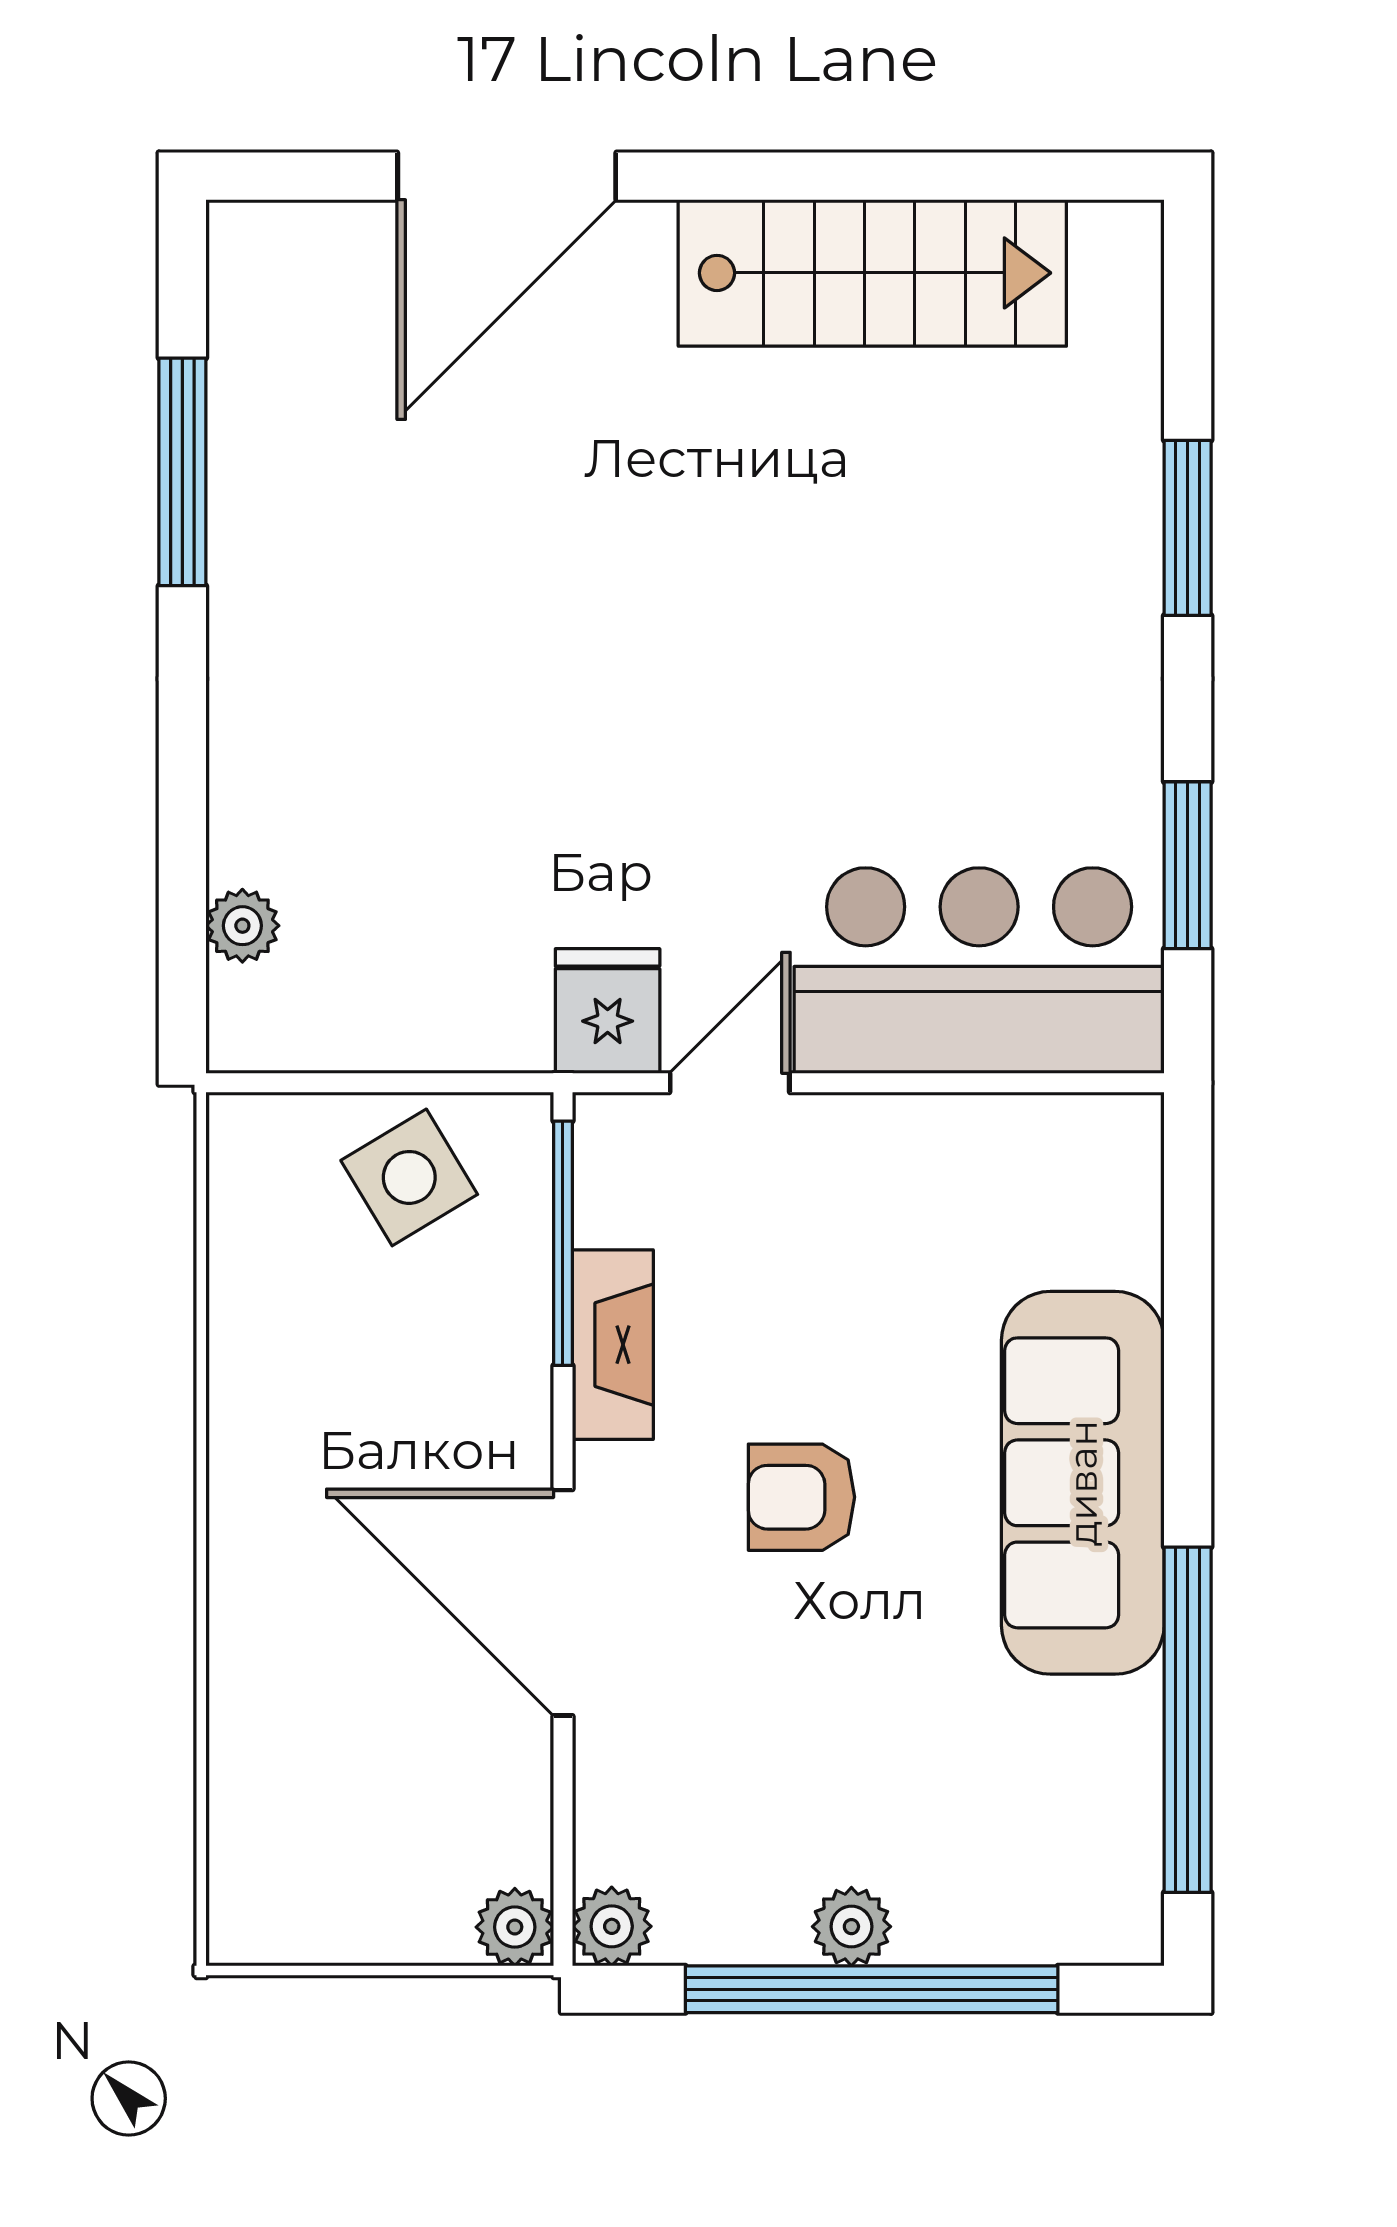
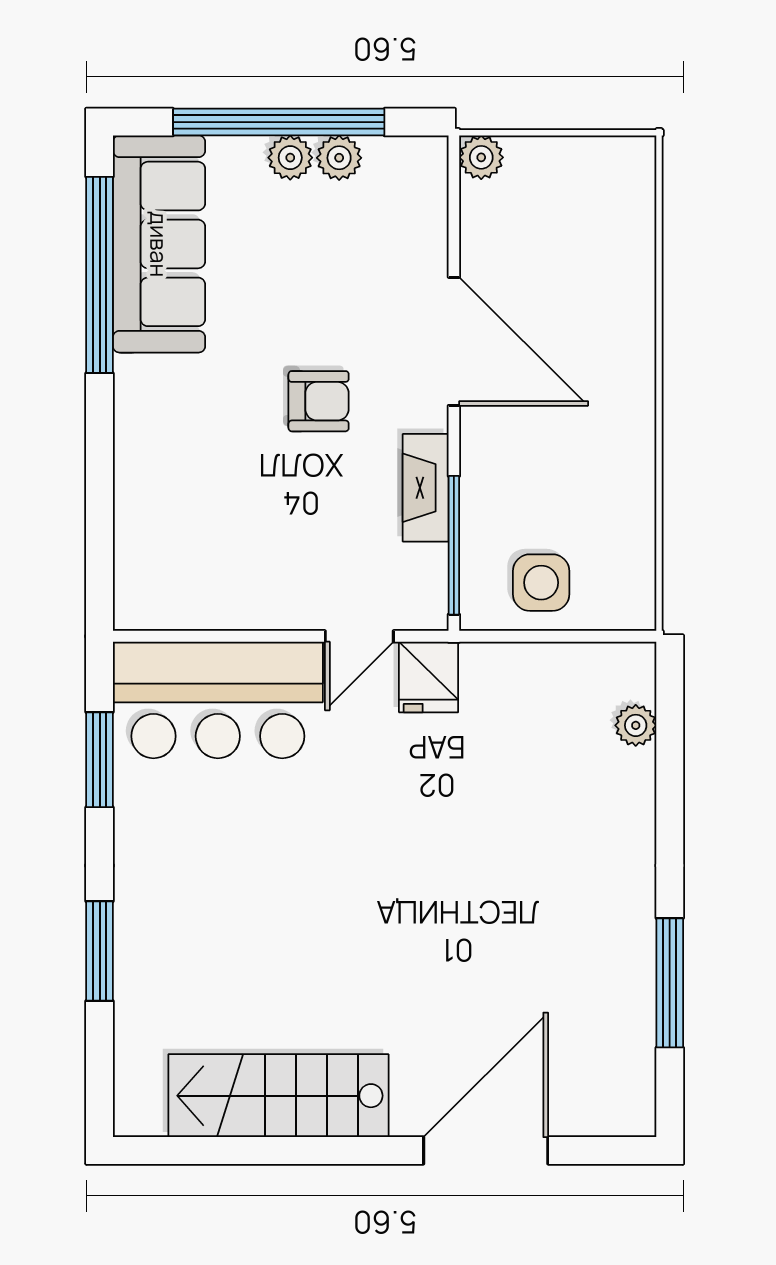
side table: (409, 1177) -> (541, 583), turned 31
sofa: (1083, 1483) -> (159, 244), moved
plant: (612, 1926) -> (339, 158), moved

